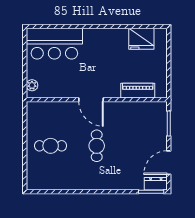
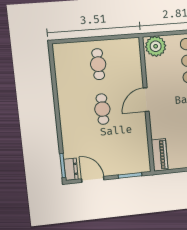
plant: (32, 85) -> (156, 46), width x1.88, depth x1.88
piano: (138, 91) -> (160, 155), moved
cafe table: (97, 146) -> (102, 109), turned 90

